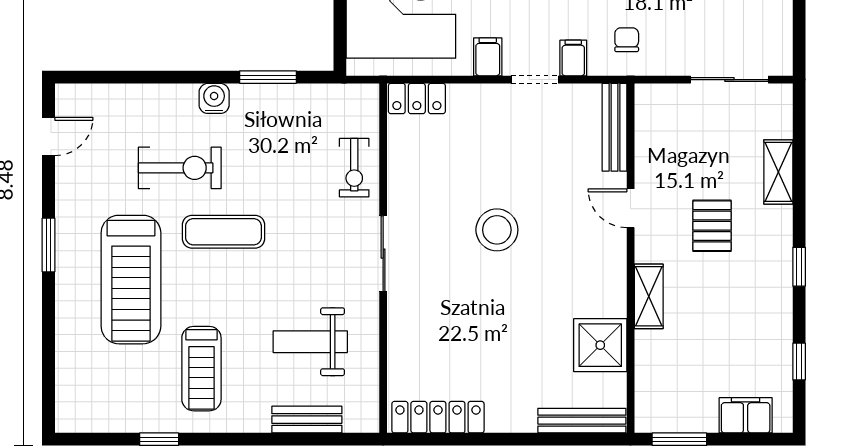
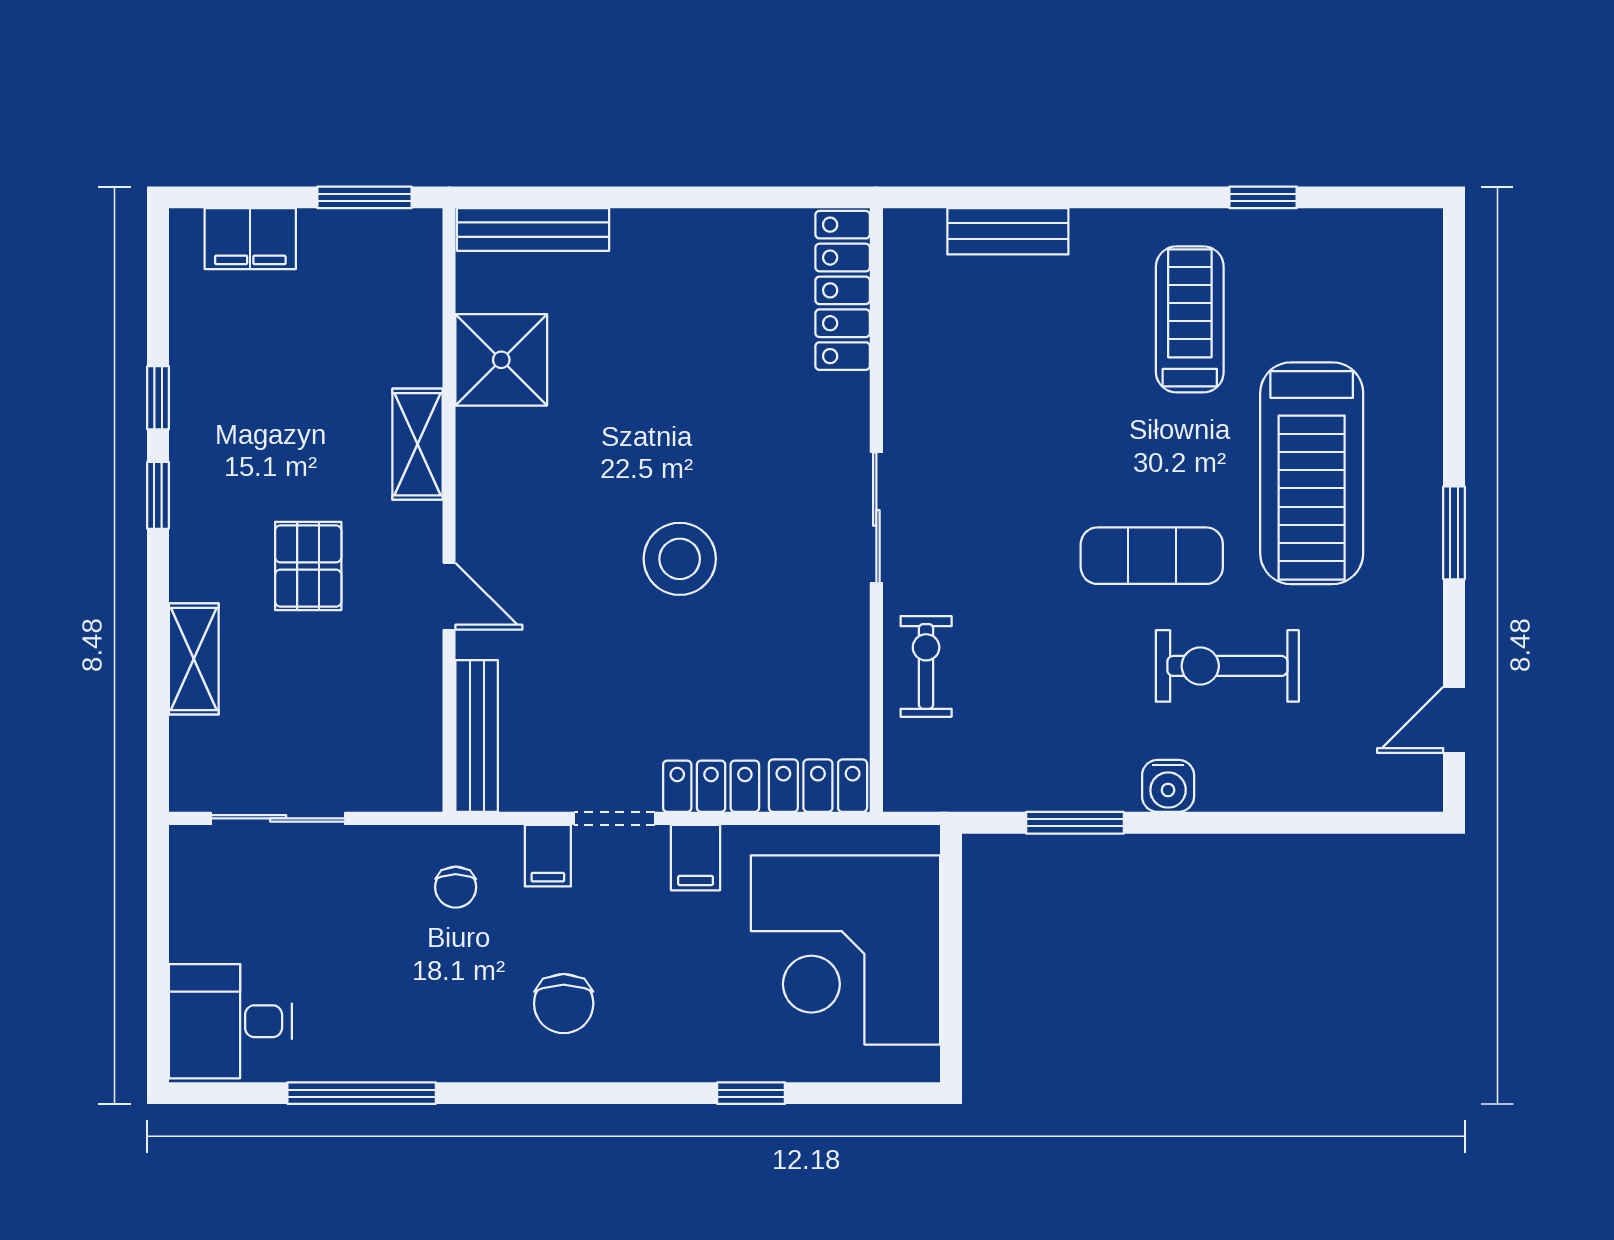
locker: (479, 98) -> (711, 786), added
treadmill: (131, 280) -> (1312, 473), turned 180
weight bench: (310, 342) -> (1002, 366), removed
window: (799, 362) -> (158, 398), moved
locker: (438, 417) -> (843, 290), moved, turned 90

